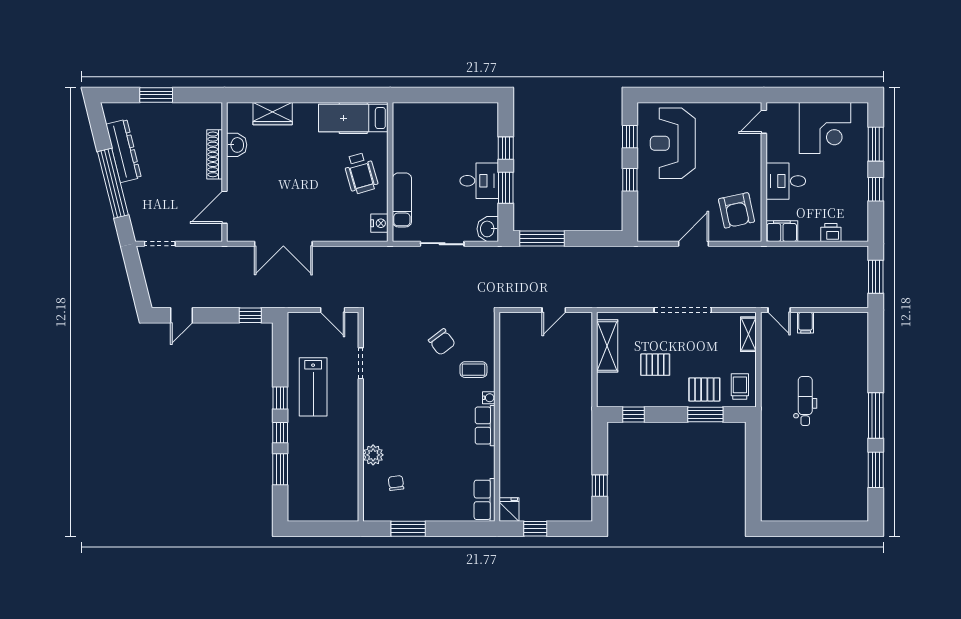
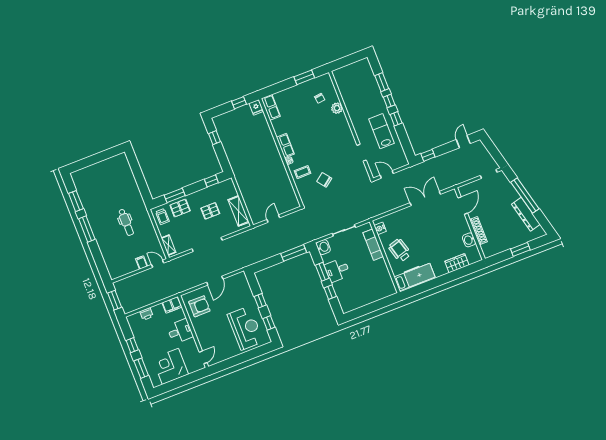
armchair: (737, 210) -> (199, 306), turned 102

